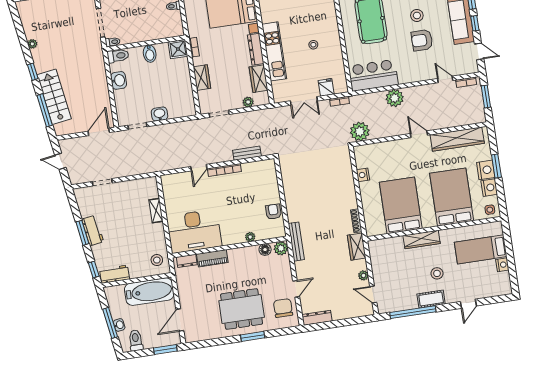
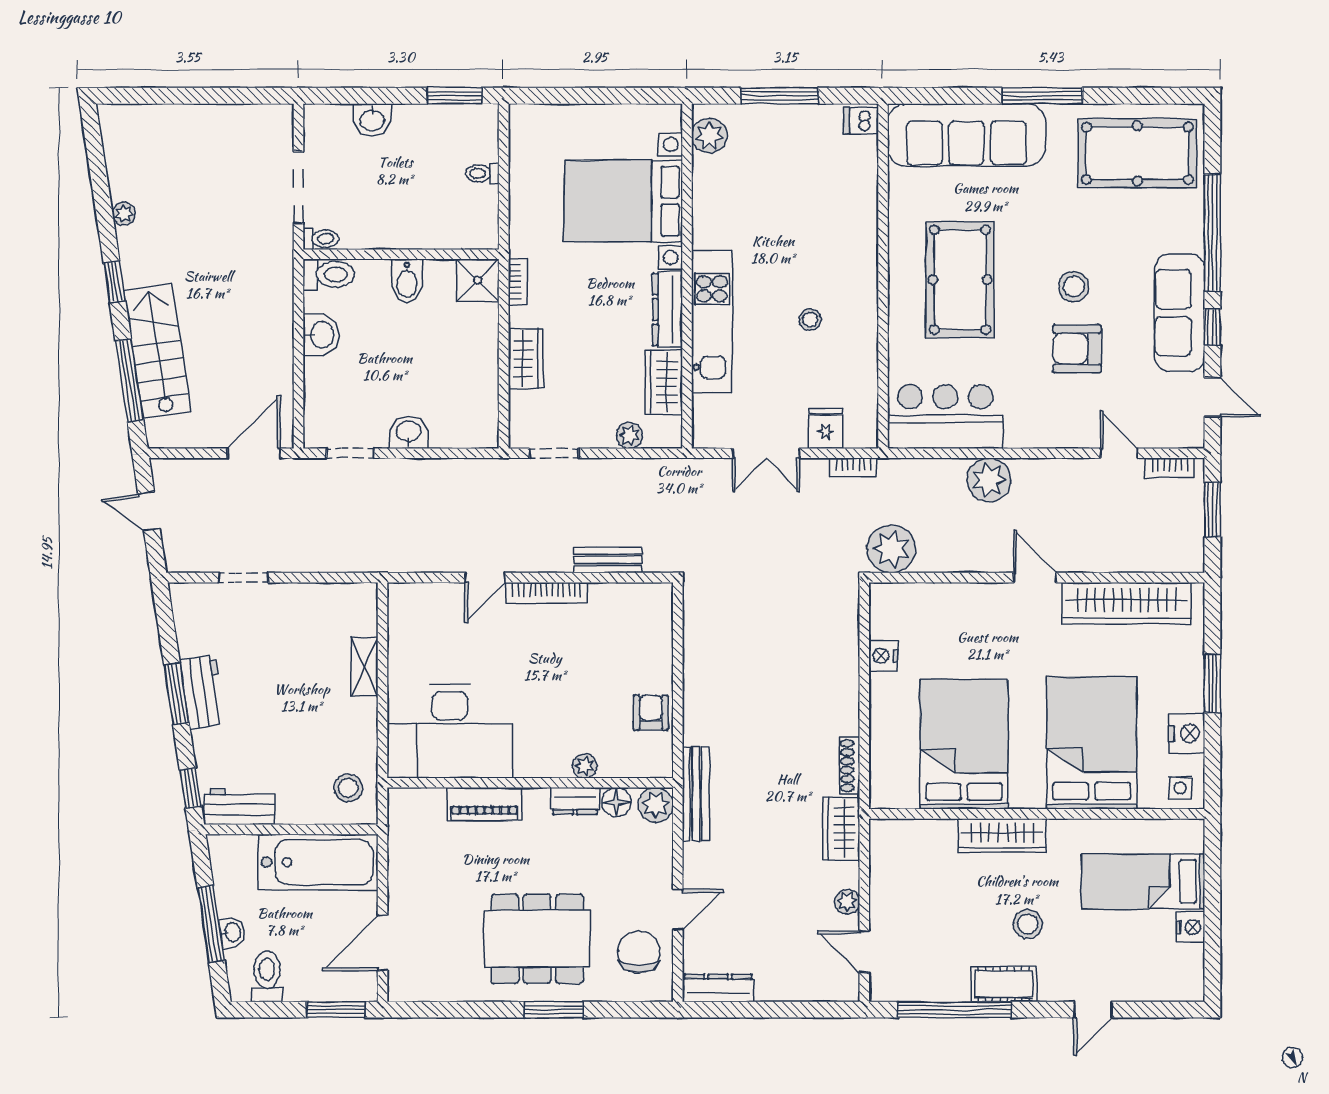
nightstand: (486, 170) -> (1185, 689), removed
dresser: (187, 261) -> (575, 801), moved

